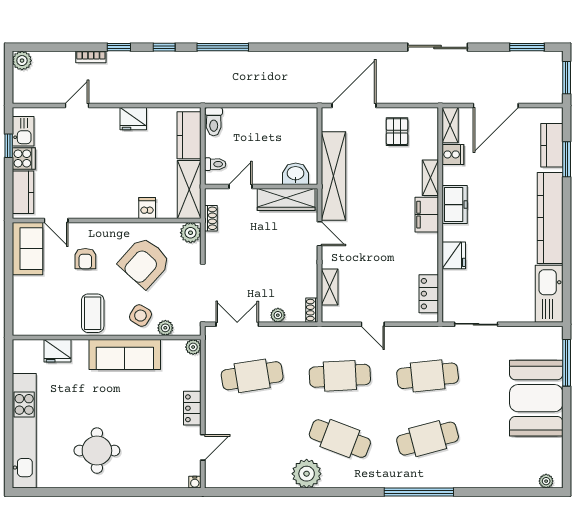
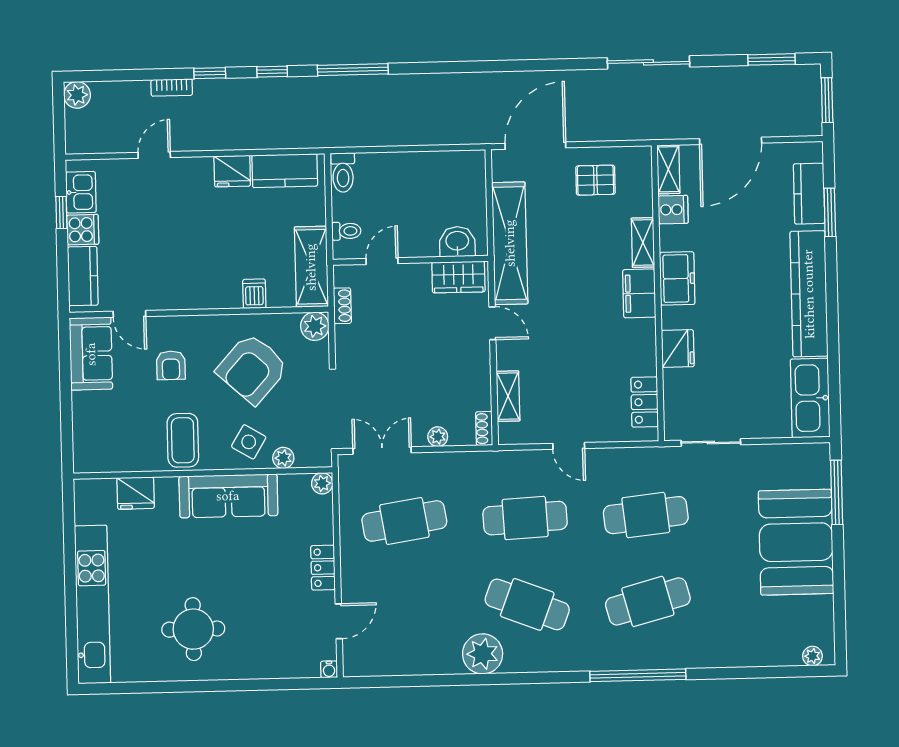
pallet: (397, 132) -> (595, 180), turned 90
kitchen counter: (189, 135) -> (285, 171), moved, turned -90
wardrobe: (286, 200) -> (458, 277), width x0.67

